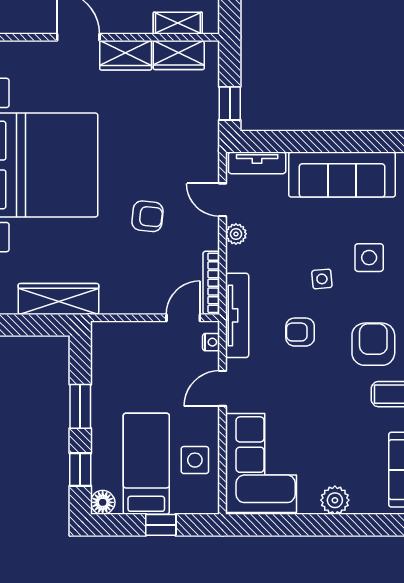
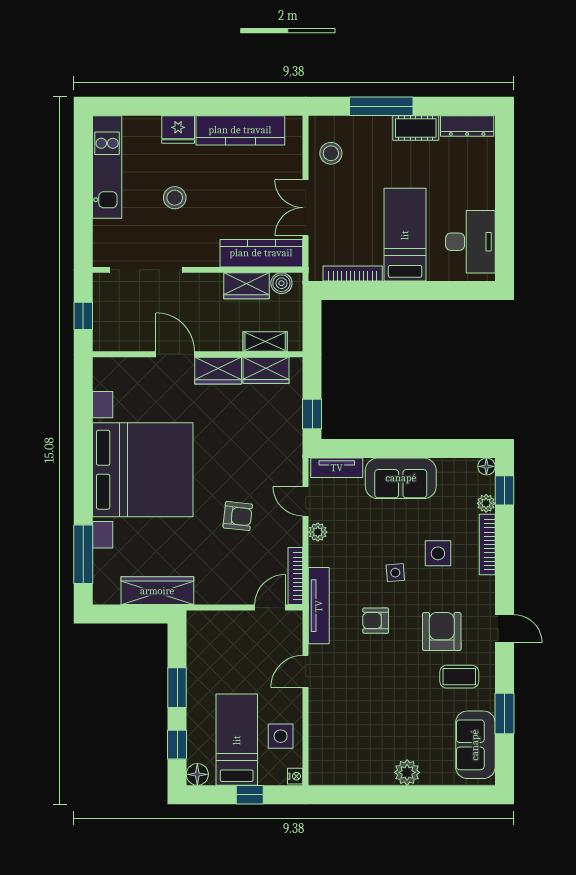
sofa: (342, 175) -> (401, 478), width x0.73
nightstand: (211, 342) -> (295, 776), moved
corner sofa: (261, 463) -> (340, 739), removed

